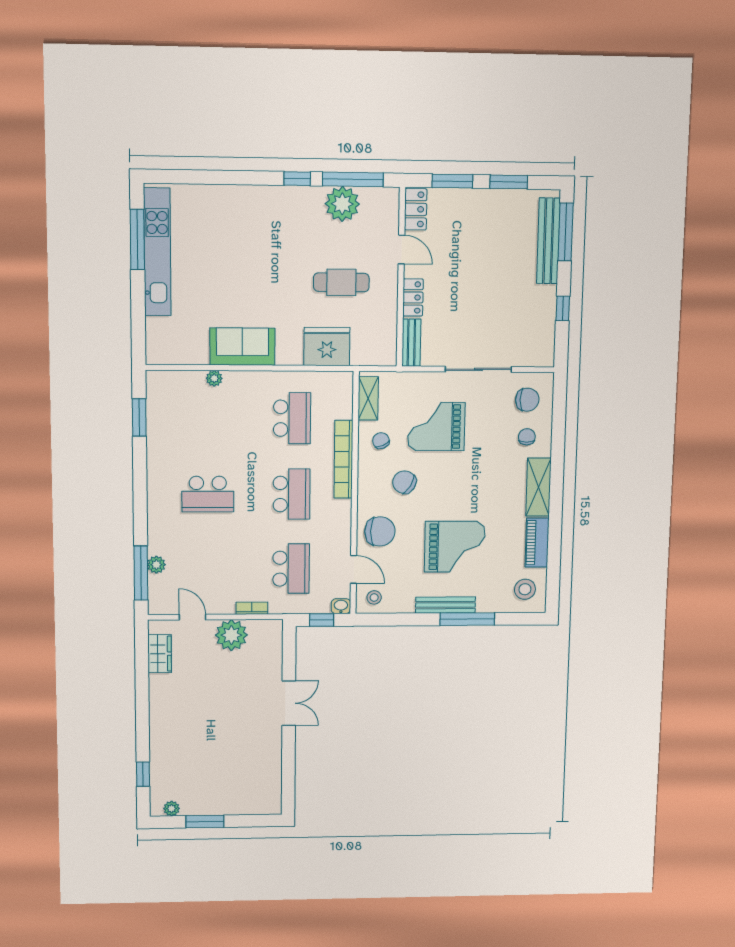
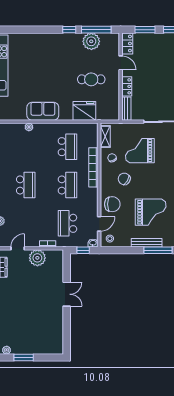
school desk: (208, 494) -> (26, 185), turned -90
school desk: (291, 569) -> (67, 223), turned 180
door: (353, 569) -> (99, 224), hinge flipped
door: (192, 617) -> (18, 248), hinge flipped

